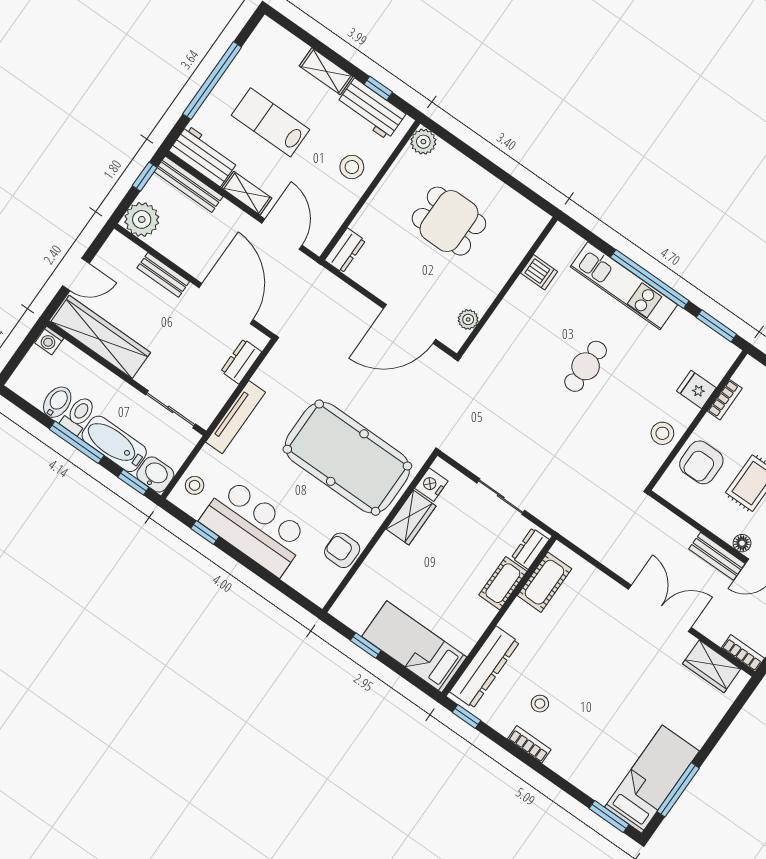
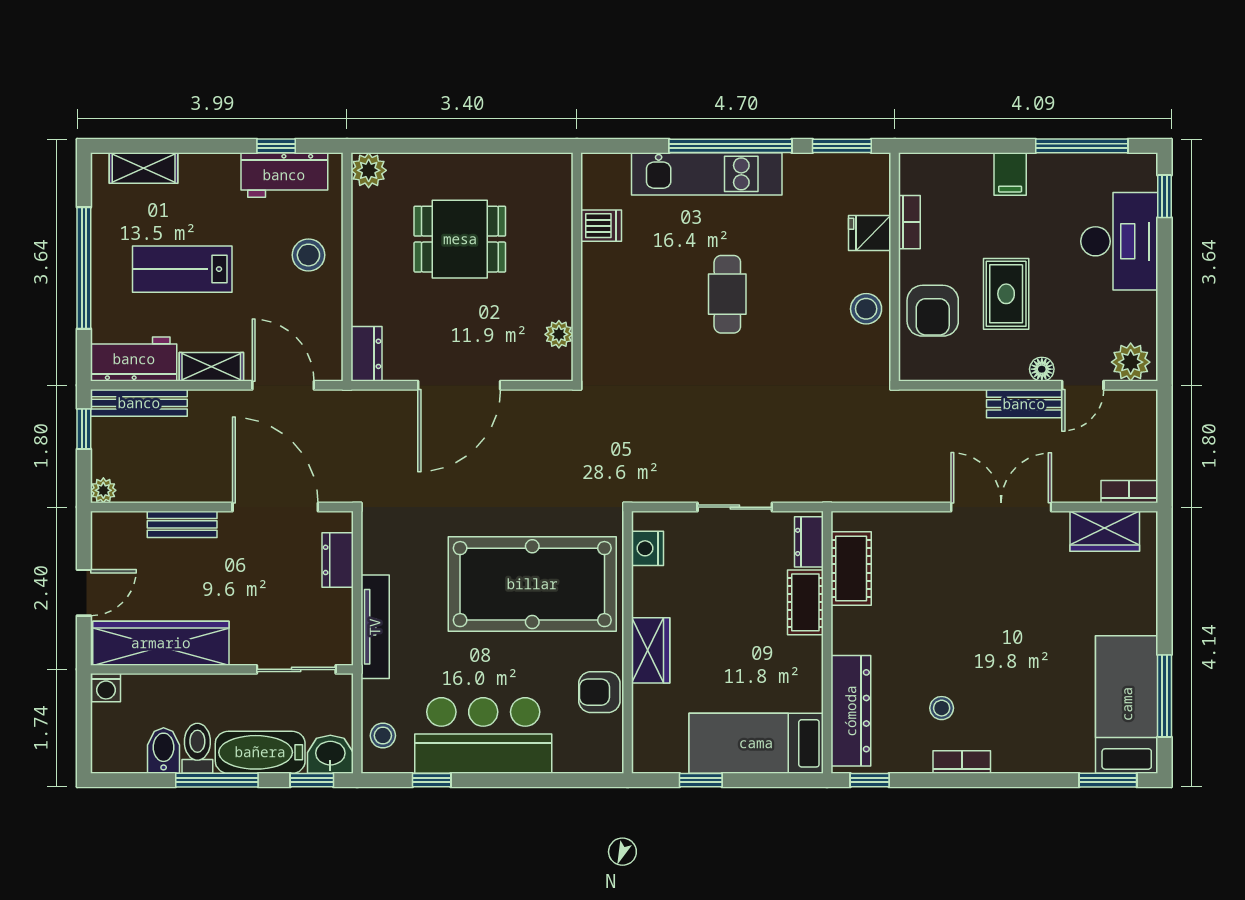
shelving: (326, 71) -> (144, 168), moved
plant: (142, 219) -> (103, 490), width x0.53, depth x0.53
door: (410, 324) -> (459, 385), moved
wardrobe: (411, 517) -> (651, 650), moved

